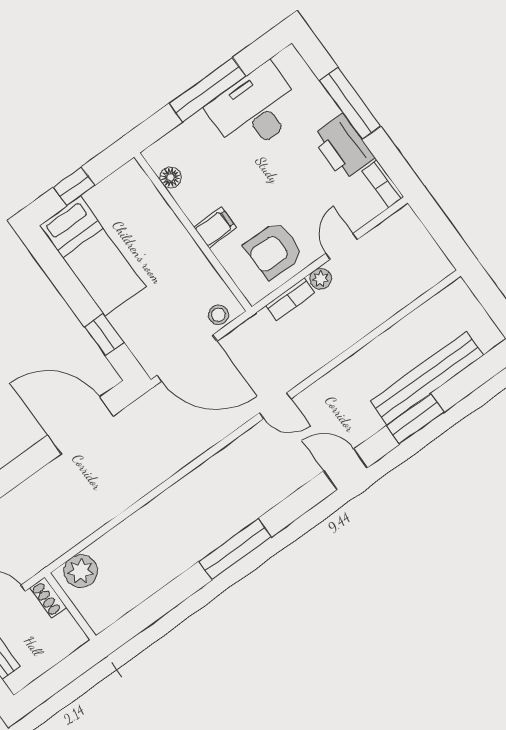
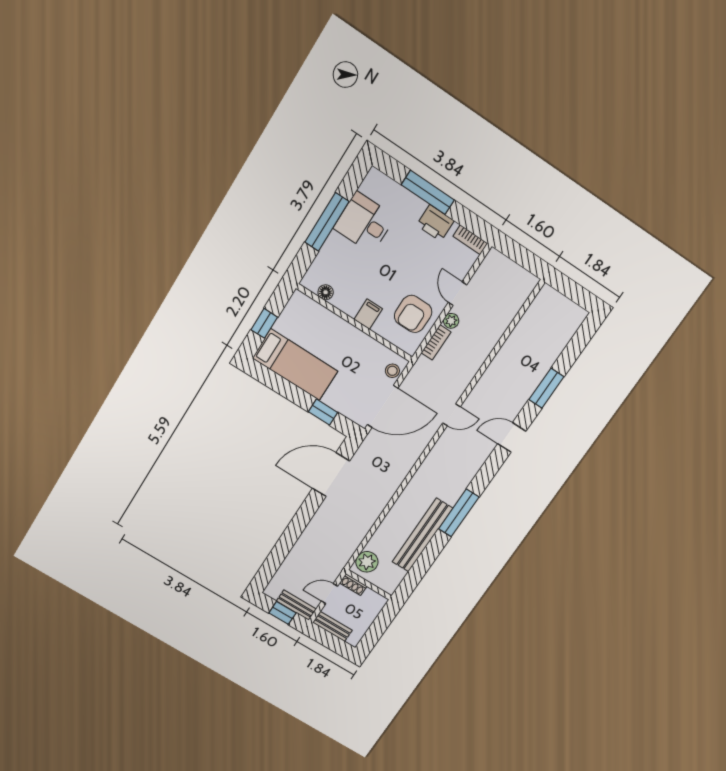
desk: (255, 109) -> (364, 223), width x0.73
printer: (343, 147) -> (435, 223), width x0.73, depth x0.84
bench: (427, 378) -> (422, 535), moved

